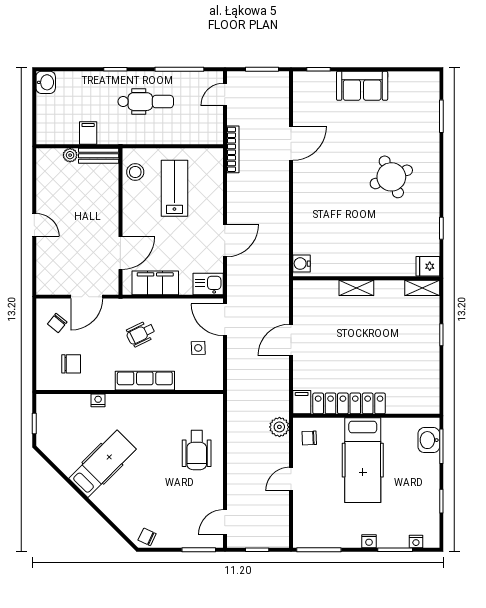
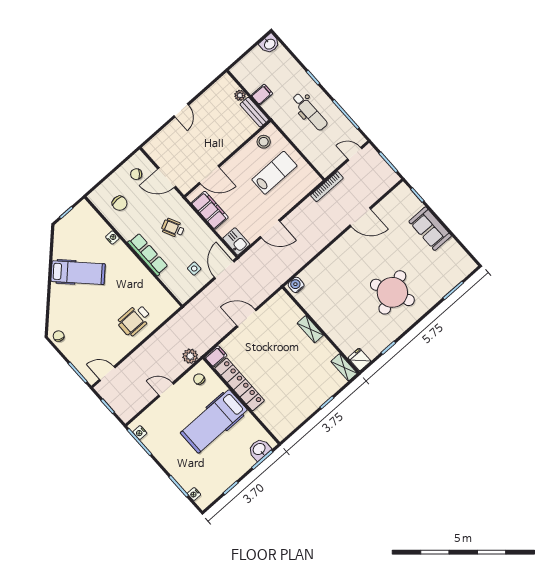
round table: (391, 177) -> (392, 292), width x1.36, depth x1.36
nightstand: (369, 541) -> (140, 433), moved

